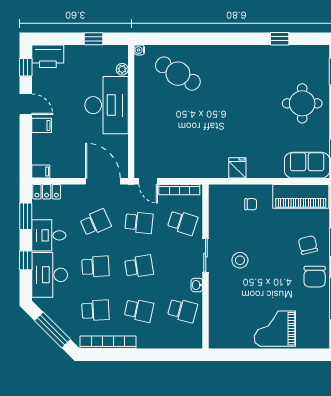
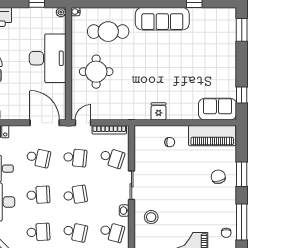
sofa: (242, 58) -> (162, 19), added
plant: (122, 69) -> (61, 12), moved
cafe table: (178, 74) -> (108, 32), turned -31
round table: (302, 103) -> (96, 72), moved
door: (148, 181) -> (83, 123), swing flipped
school desk: (95, 223) -> (38, 158), turned 36
stool: (240, 260) -> (151, 217), moved
chair: (315, 277) -> (226, 233), moved, width x0.54, depth x0.54

